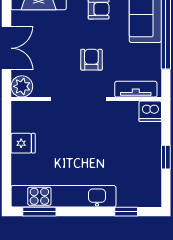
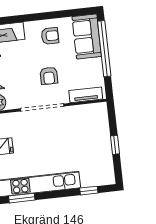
armchair: (91, 60) -> (49, 76), turned 180
dishwasher: (150, 111) -> (99, 111), removed

